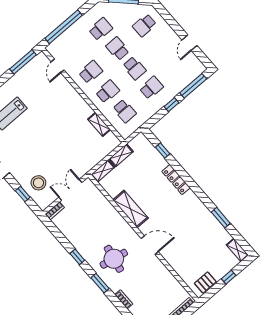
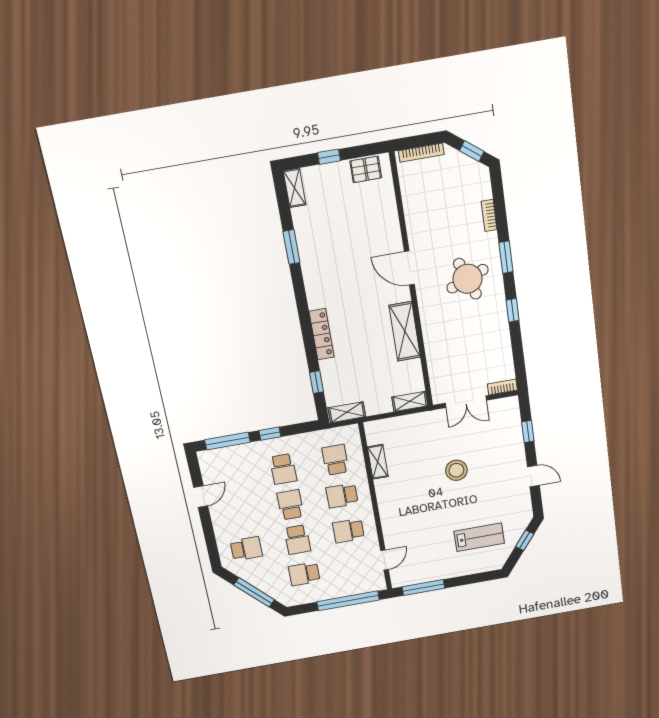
school desk: (151, 88) -> (283, 469), turned -90
shelving: (121, 155) -> (347, 412), moved
stool: (38, 183) -> (456, 470), moved
round table: (114, 259) -> (467, 279), turned -32

